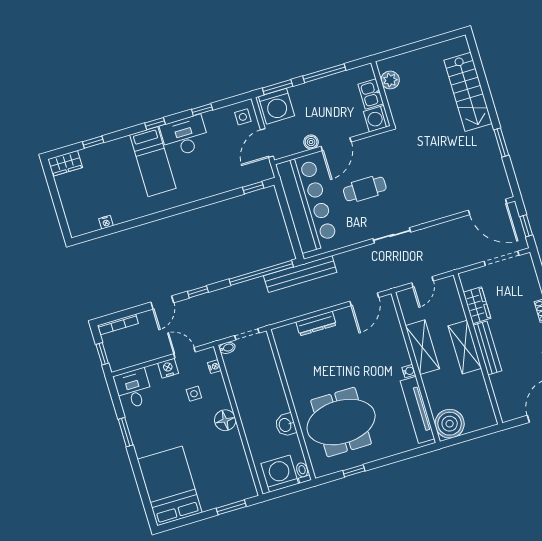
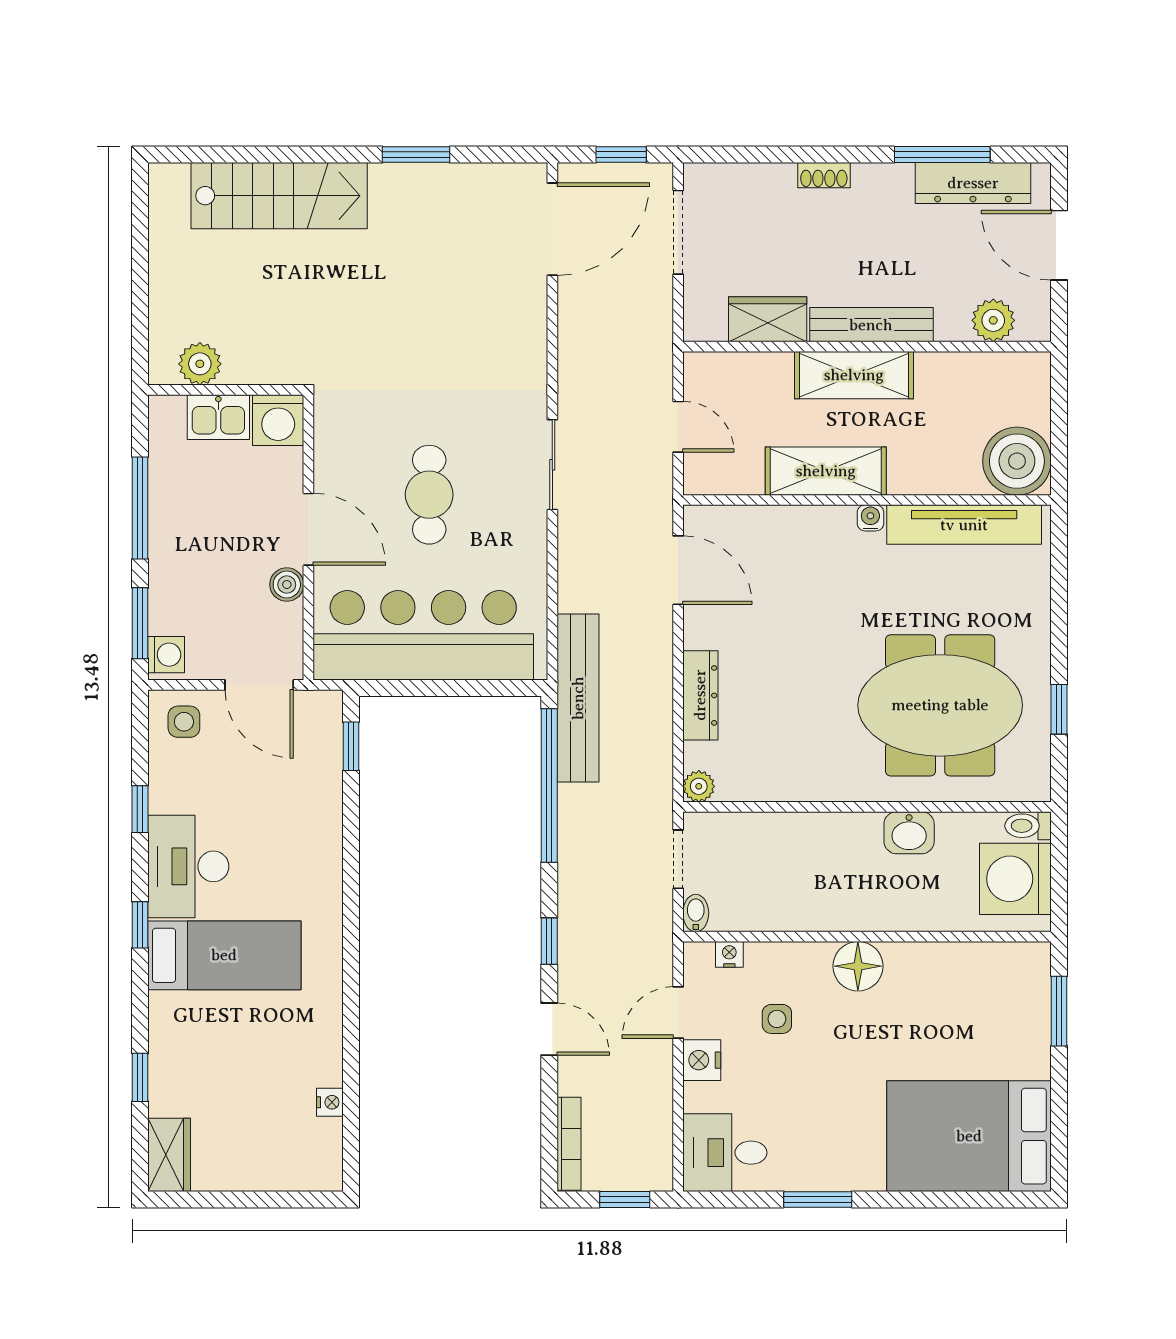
washing machine: (276, 106) -> (166, 655), width x0.53, depth x0.53
plant: (279, 334) -> (699, 786), added
plant: (504, 397) -> (993, 320), added
meeting table: (341, 422) -> (940, 705), turned 90

